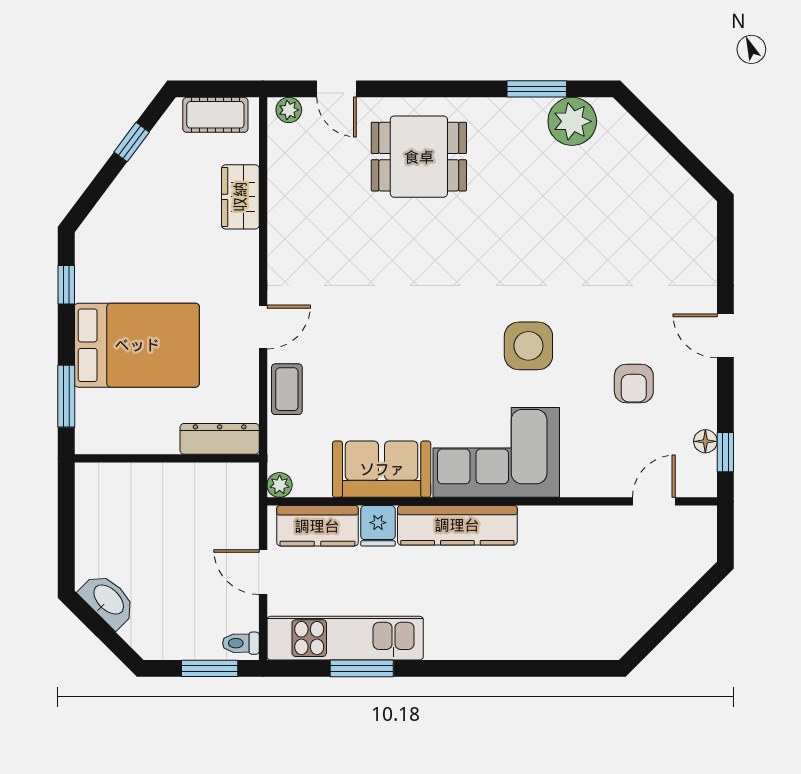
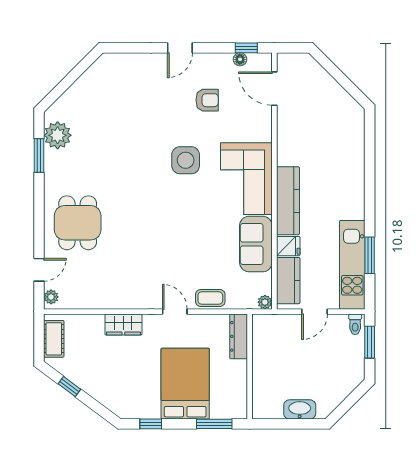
wardrobe: (240, 197) -> (123, 325), moved
door: (654, 501) -> (274, 89), width x1.38
washbasin: (108, 600) -> (300, 409), moved, turned 45

